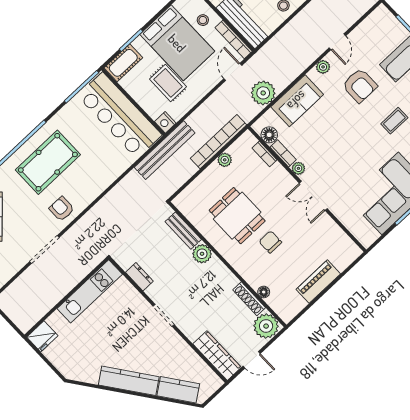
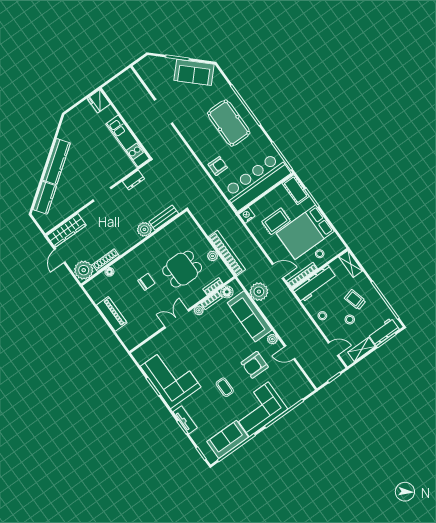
sofa: (297, 101) -> (250, 316), width x1.36
bench: (165, 150) -> (226, 212), removed
armchair: (62, 209) -> (218, 166), moved
dining table: (237, 216) -> (182, 269), moved

